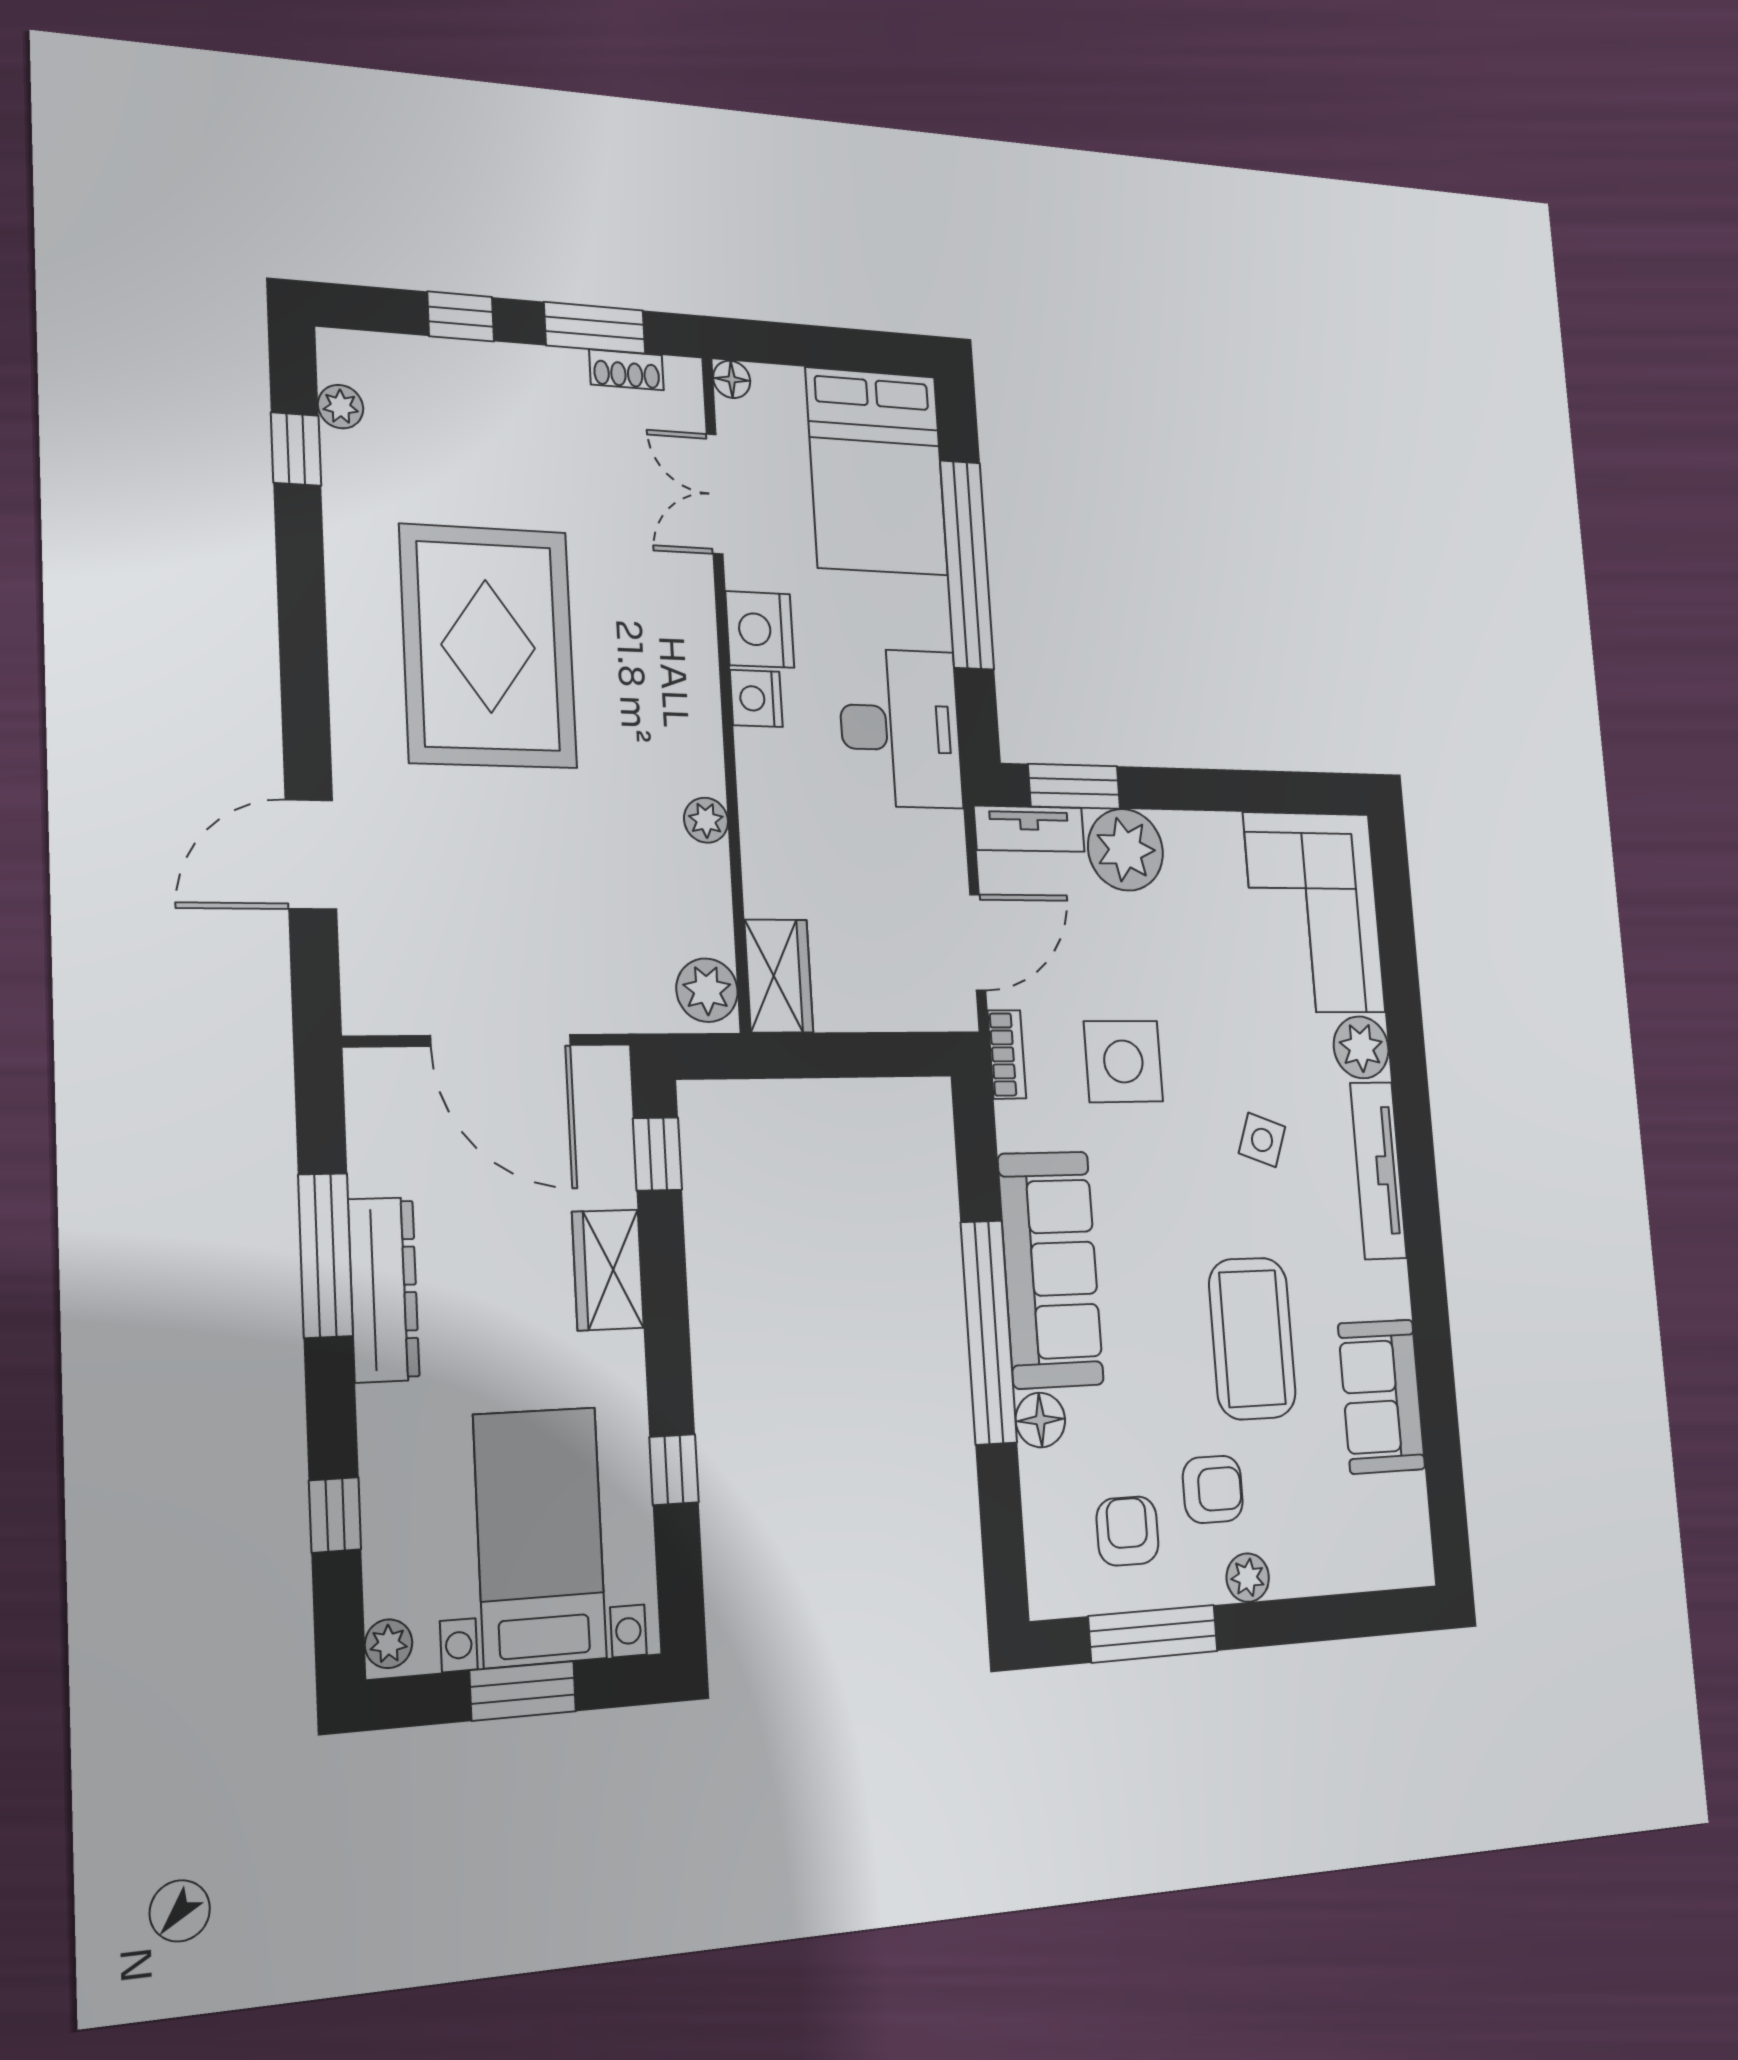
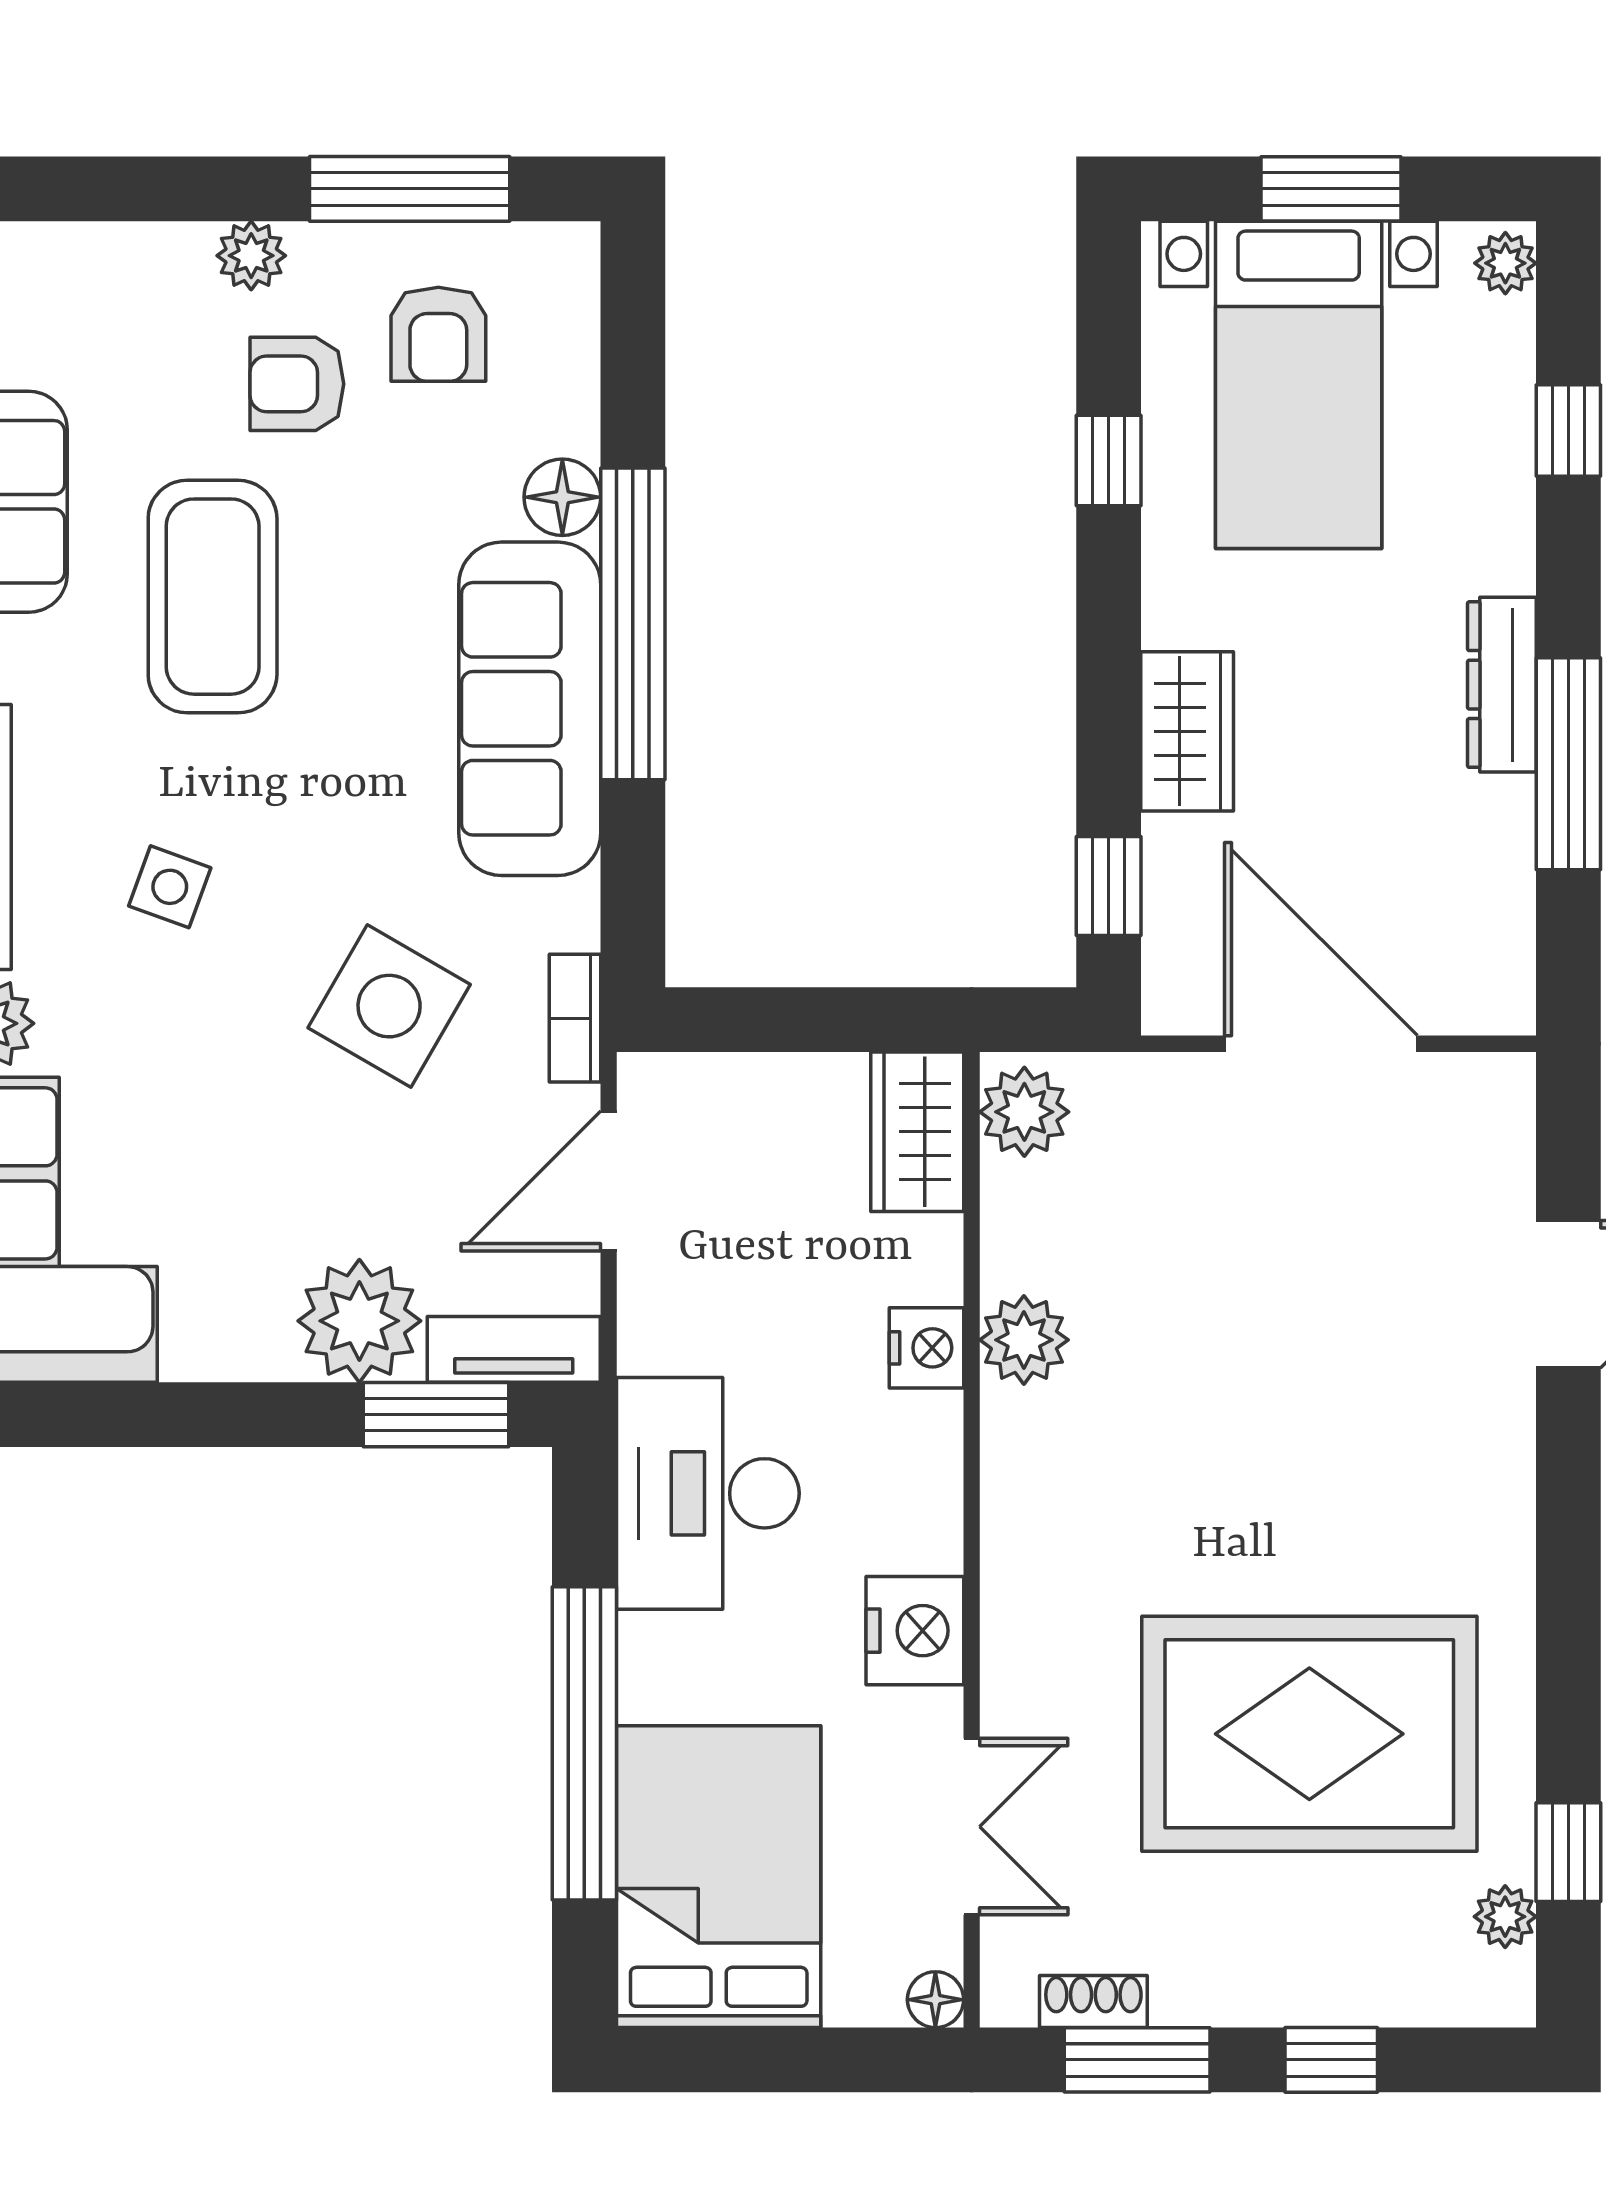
rug: (488, 646) -> (1309, 1734), moved, turned 90
nightstand: (756, 698) -> (926, 1348), moved
plant: (706, 820) -> (1024, 1340), width x1.38, depth x1.38
side table: (1123, 1061) -> (389, 1006), turned 30
dresser: (384, 1289) -> (1502, 685), width x0.73, depth x0.80

